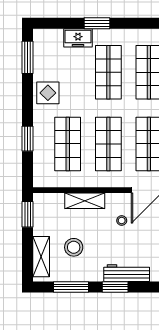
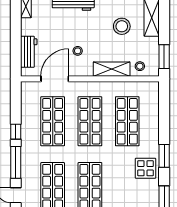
window: (28, 139) -> (164, 156), moved
stool: (54, 204) -> (140, 66), added

